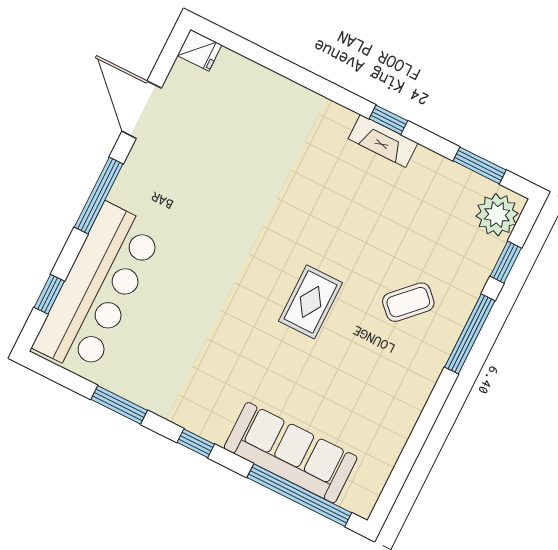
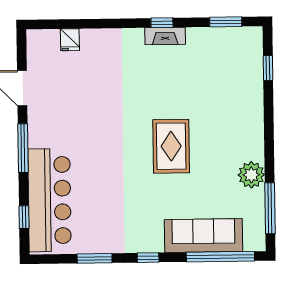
fridge: (200, 50) -> (70, 40), moved, turned 90
plant: (497, 215) -> (251, 175), moved
rug: (310, 302) -> (171, 146), width x1.36, depth x1.43
coffee table: (408, 302) -> (225, 118), removed
window: (470, 334) -> (270, 208), moved

